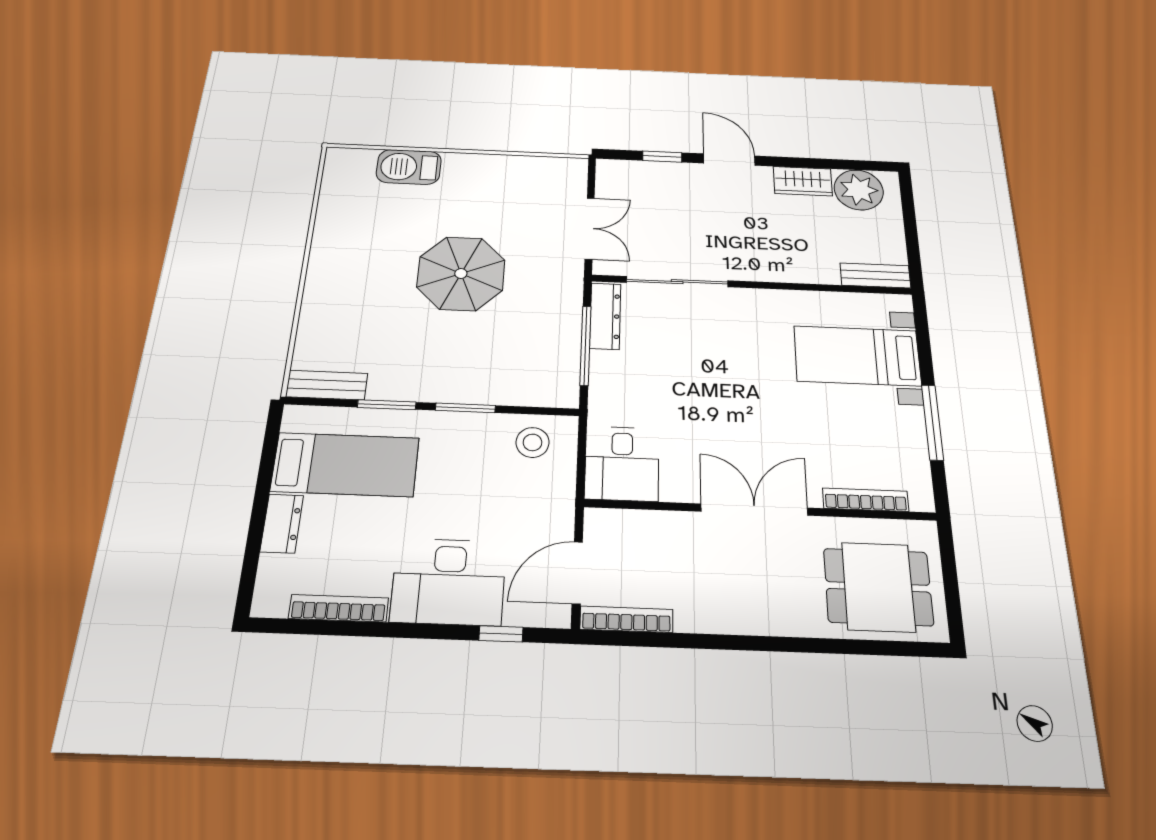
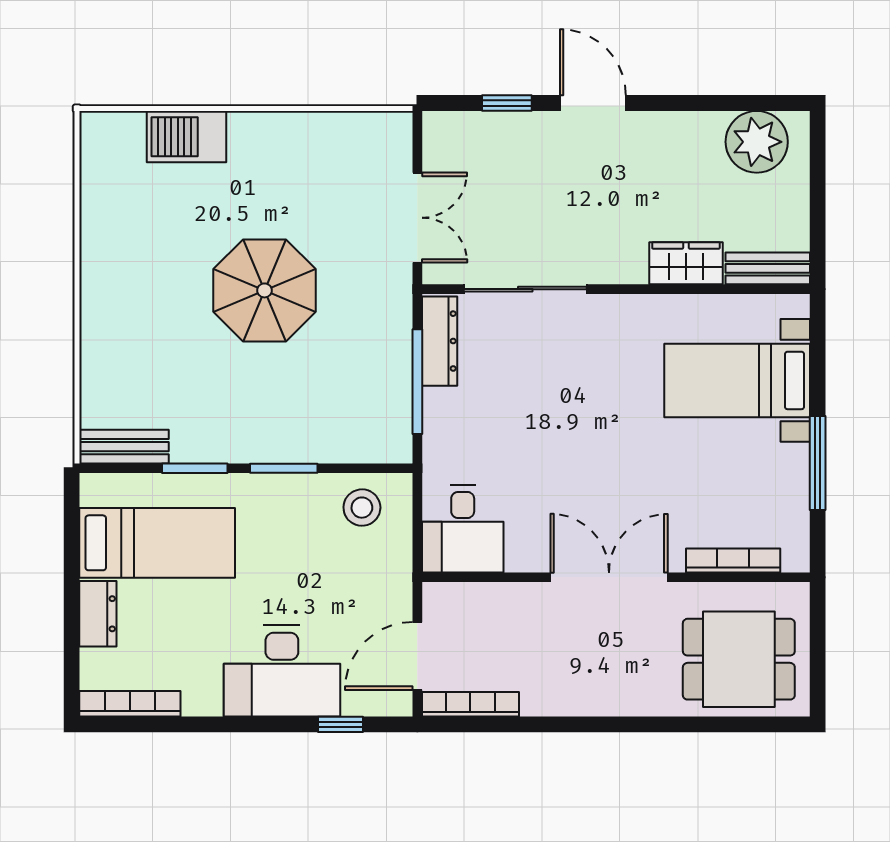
wardrobe: (803, 181) -> (686, 263), moved, turned 180
bookcase: (339, 608) -> (130, 704), moved

